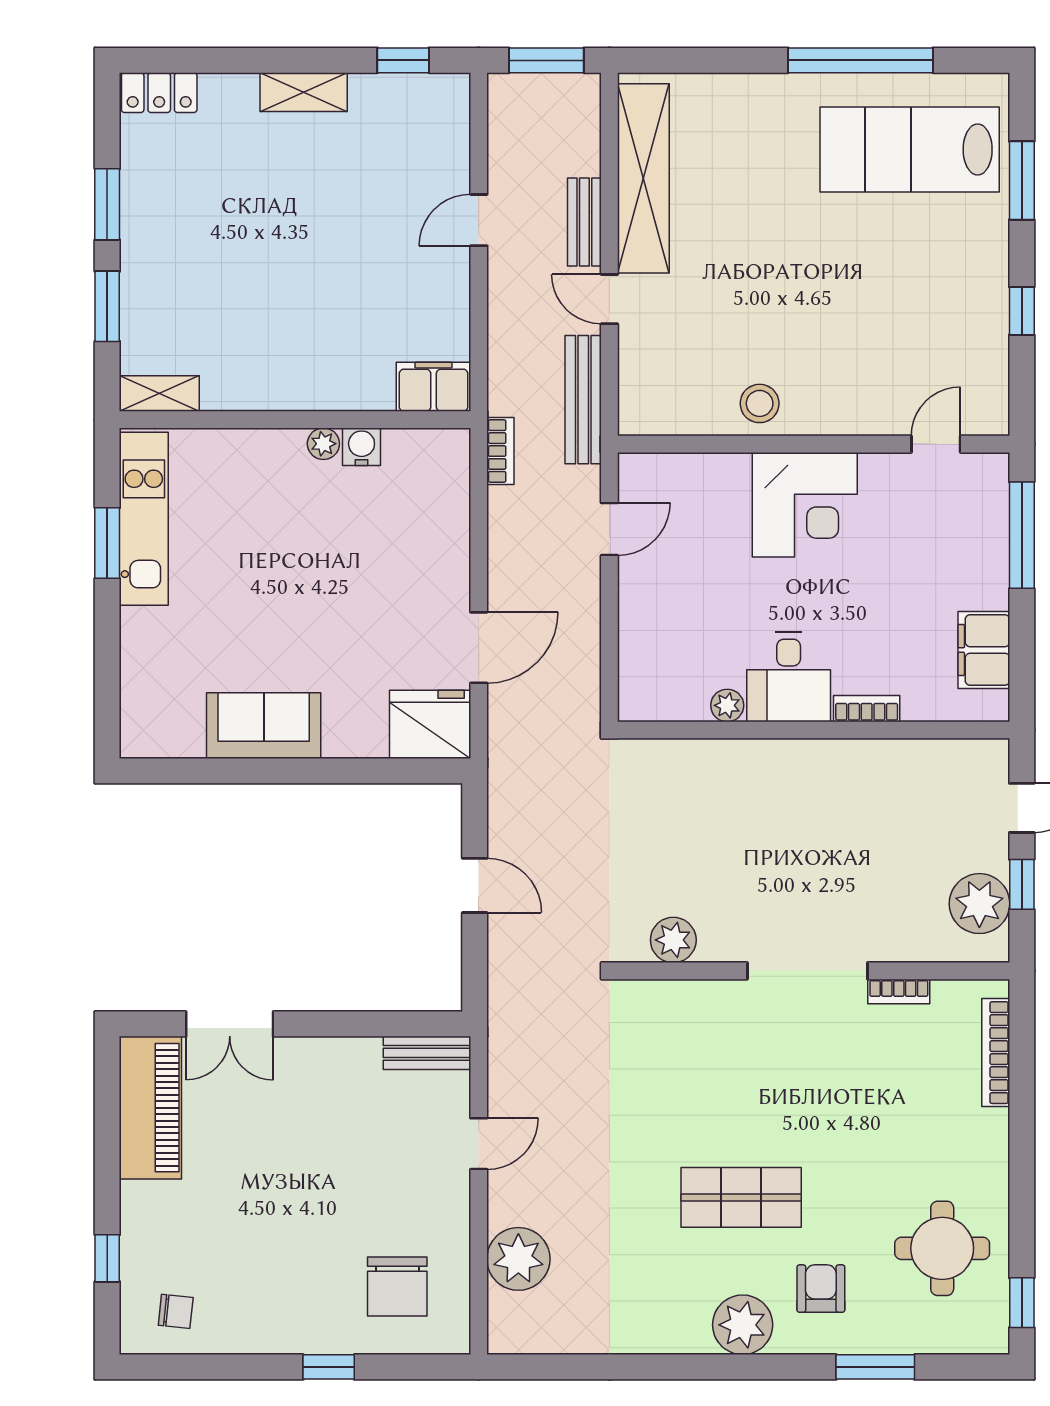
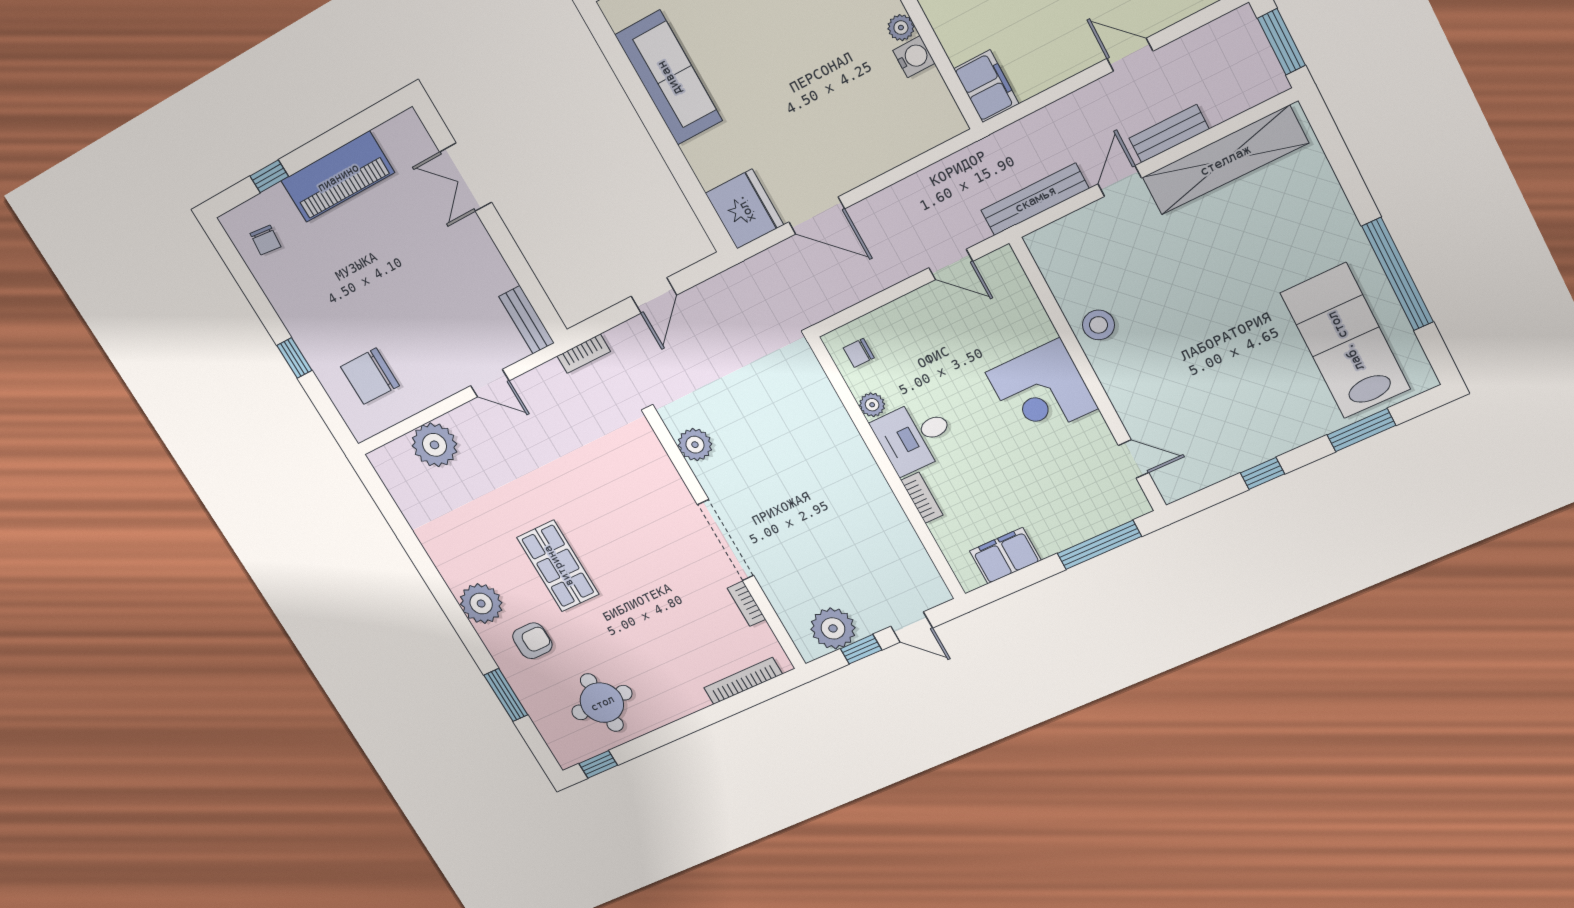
bookcase: (500, 451) -> (584, 354), moved
chair: (659, 687) -> (859, 353), added
sofa: (264, 726) -> (669, 78), width x1.36
piano: (150, 1108) -> (338, 177), moved

